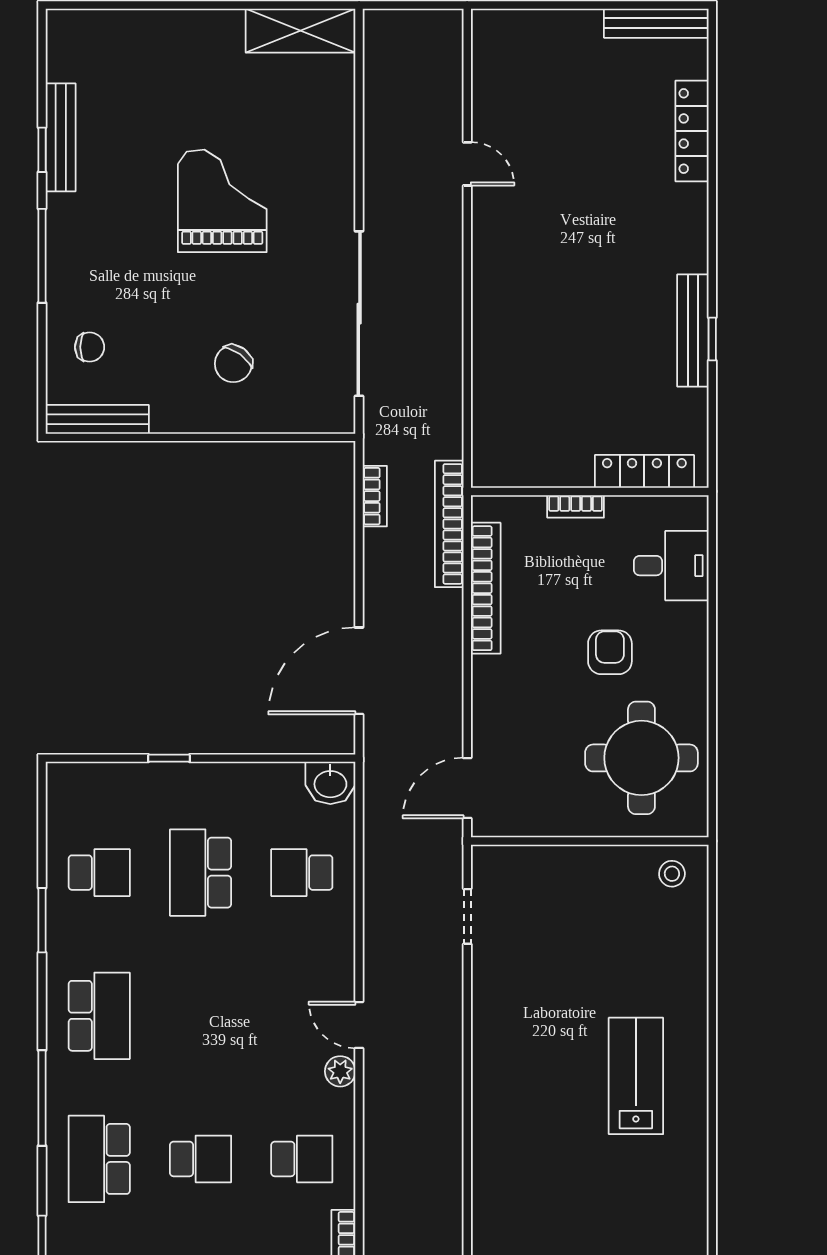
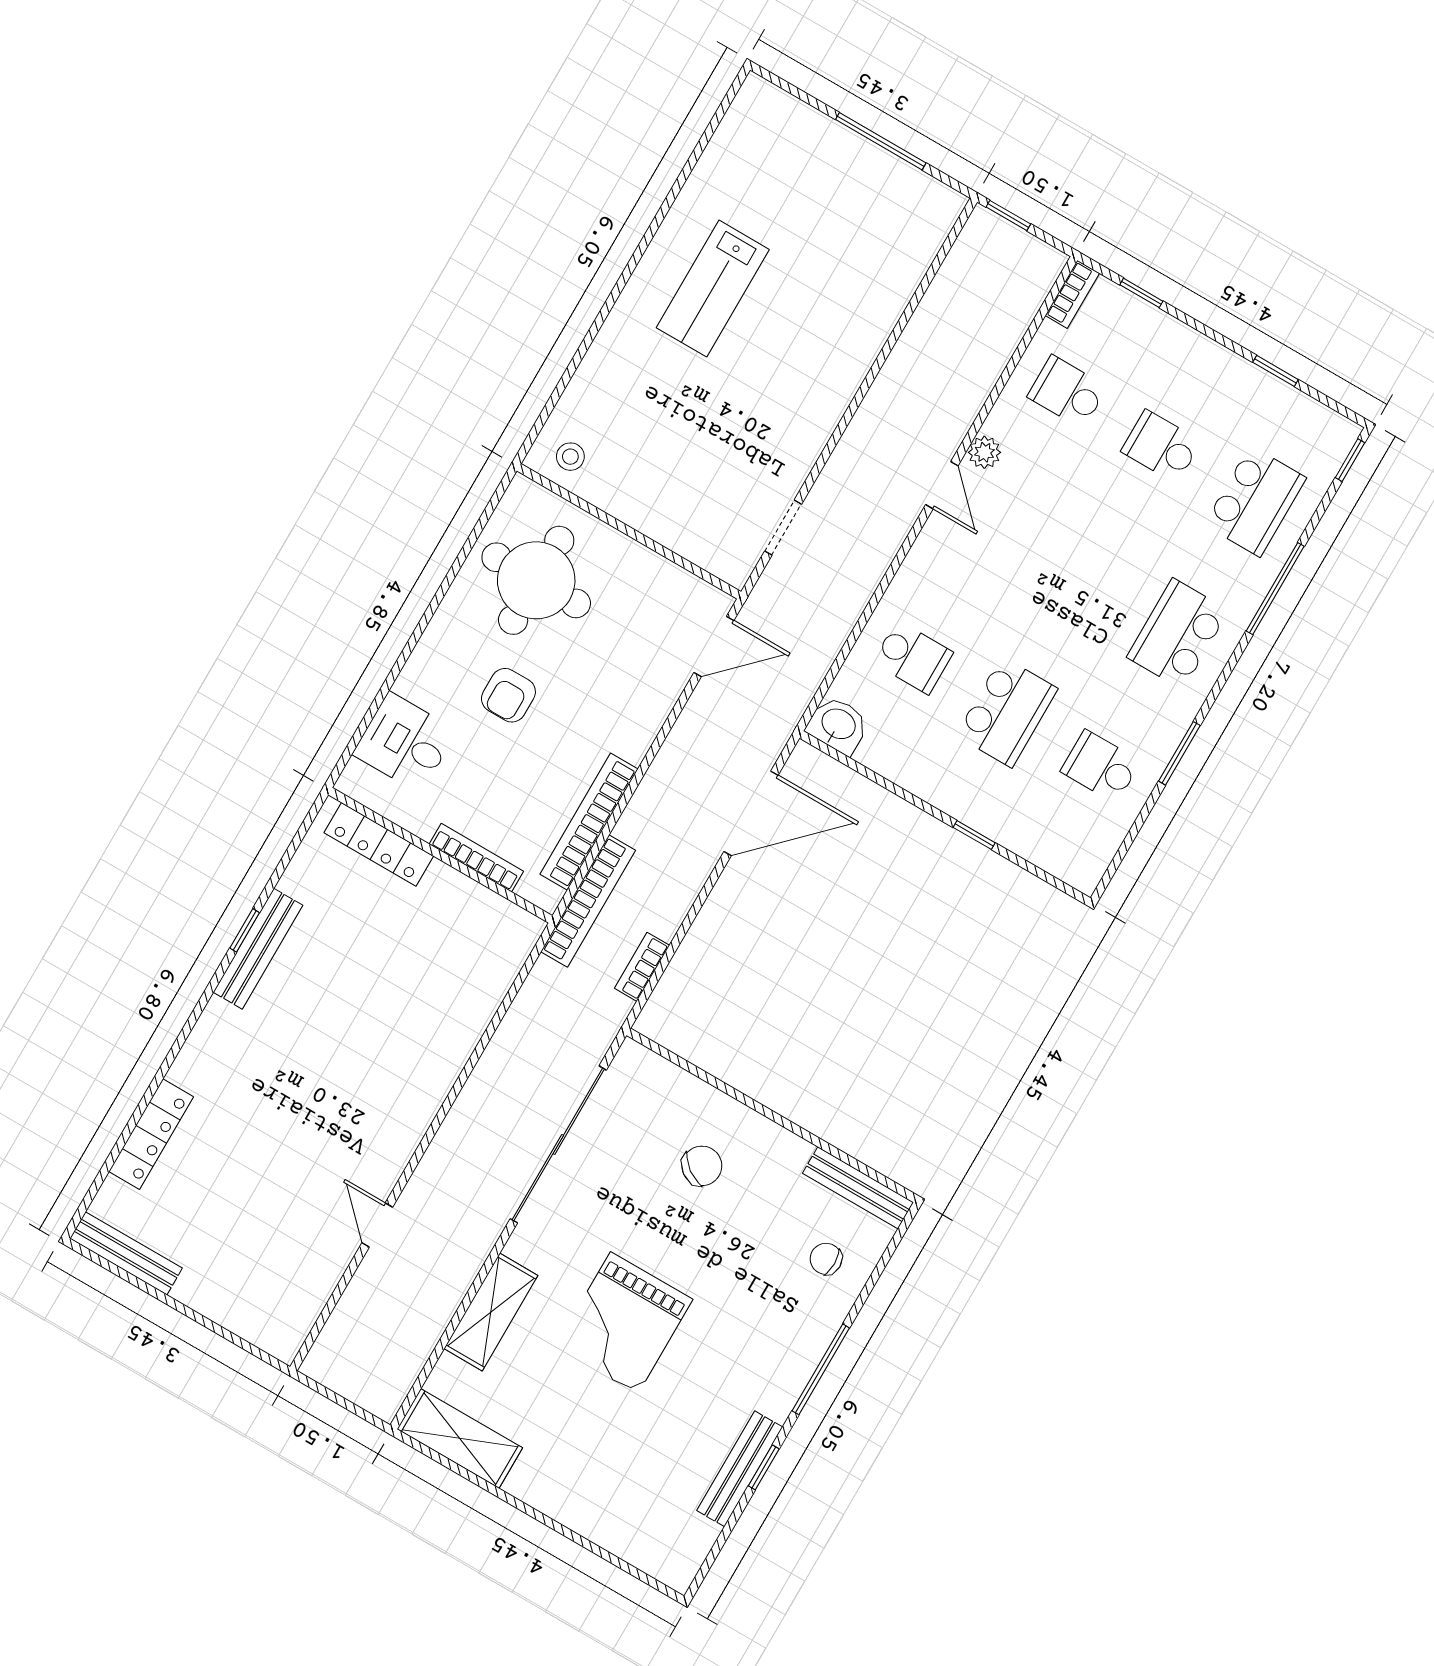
shelving: (335, 147) -> (491, 1312), added
bookcase: (576, 506) -> (476, 858), width x1.56

